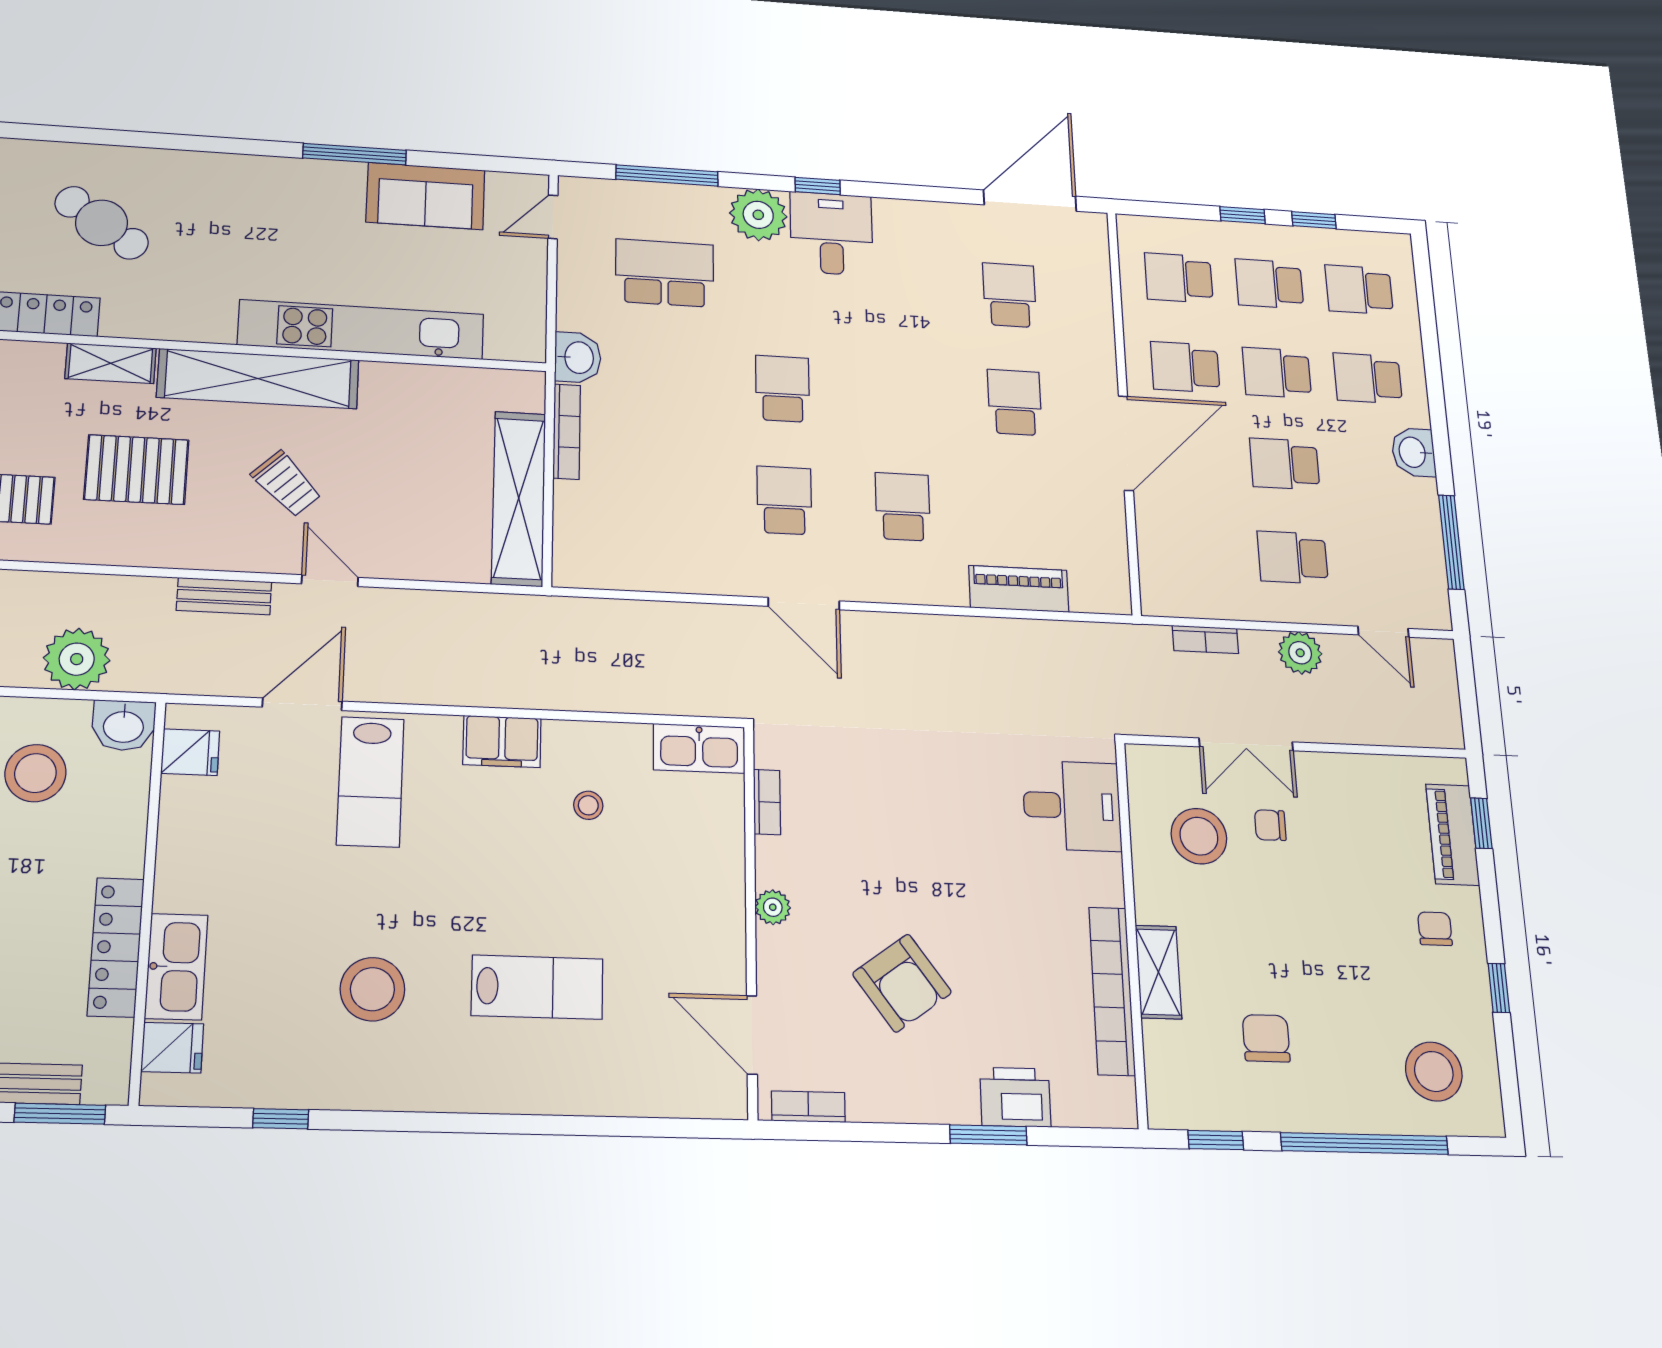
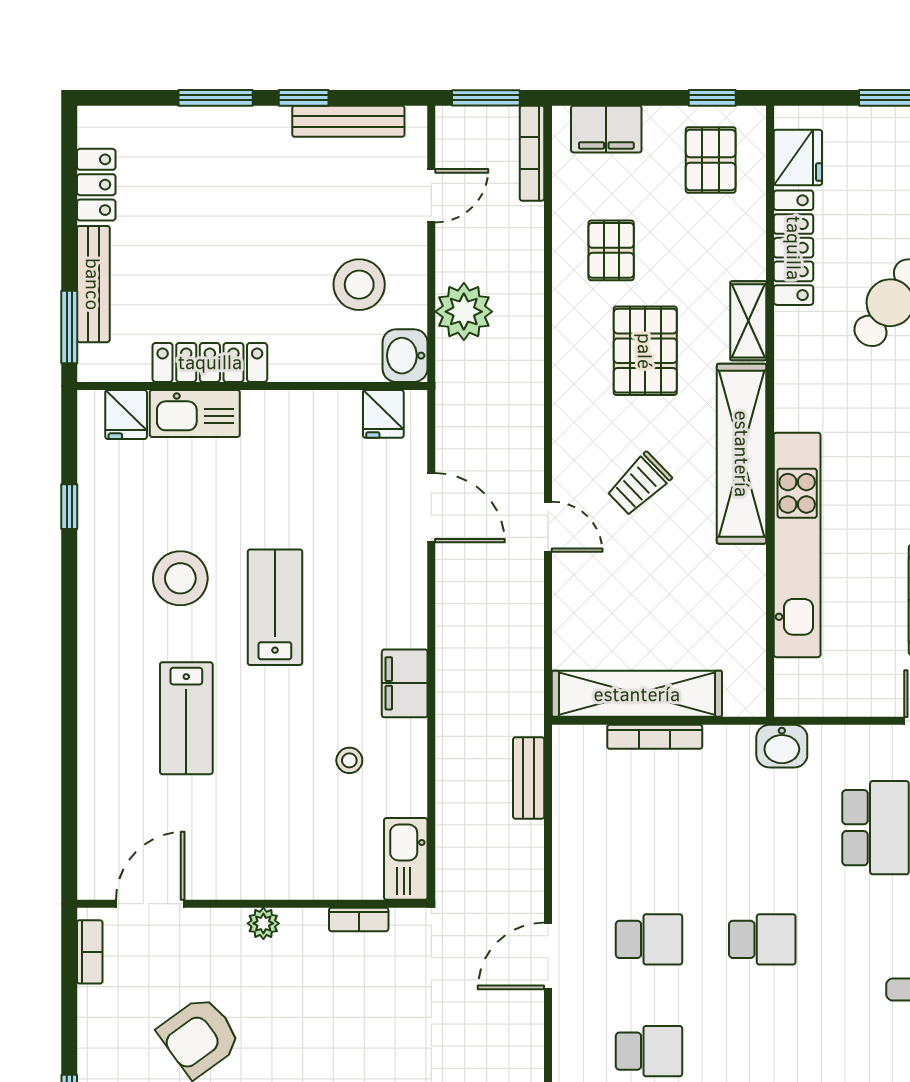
bookcase: (567, 432) -> (655, 737), moved
door: (330, 581) -> (548, 527), hinge flipped
bench: (224, 596) -> (529, 778), moved
lab bench: (370, 782) -> (275, 607), moved, turned 90

